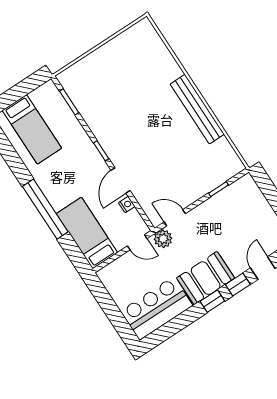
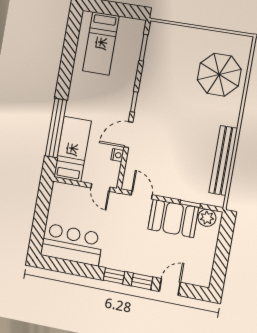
parasol: (148, 69) -> (219, 75), added
bench: (197, 109) -> (223, 160), moved
window: (45, 209) -> (56, 128), moved
plant: (163, 239) -> (207, 218), moved
booth: (206, 278) -> (173, 218), moved

